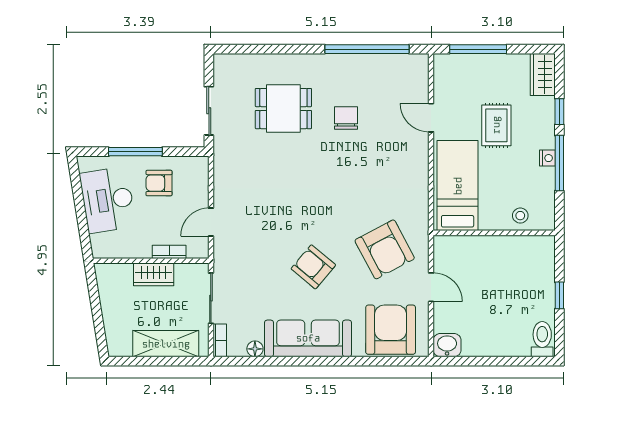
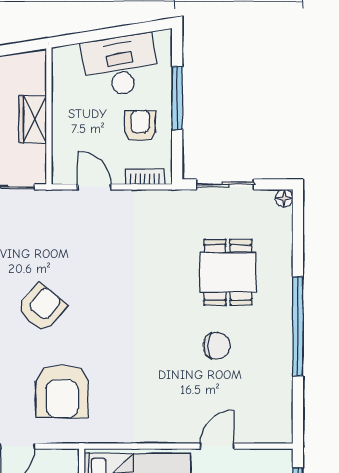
window: (367, 49) -> (298, 326), moved
floor lamp: (221, 61) -> (284, 198), added
armchair: (385, 249) -> (62, 391), turned -62
bookcase: (169, 252) -> (145, 177), moved, turned -90

